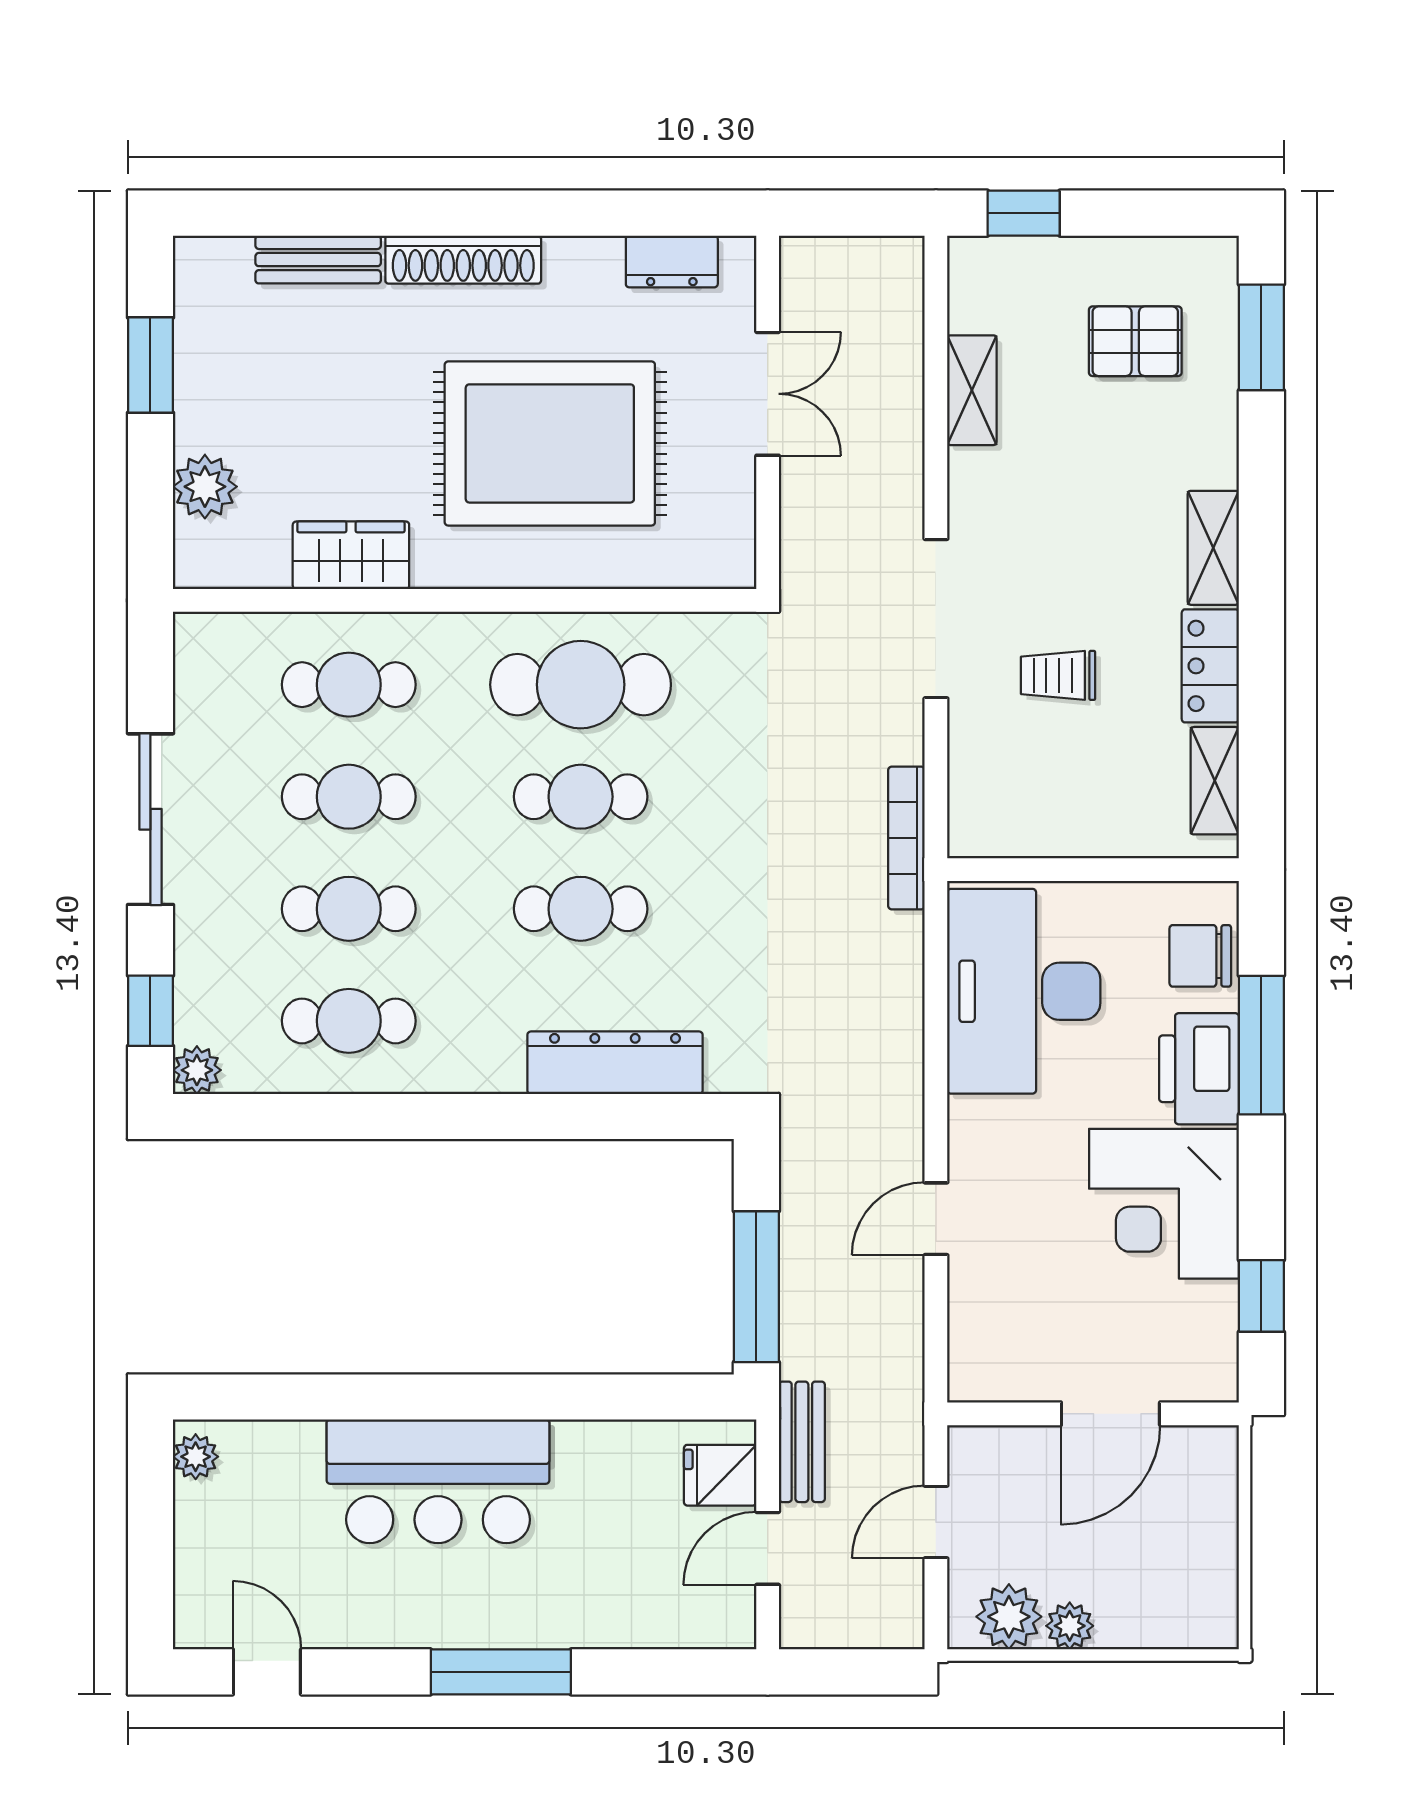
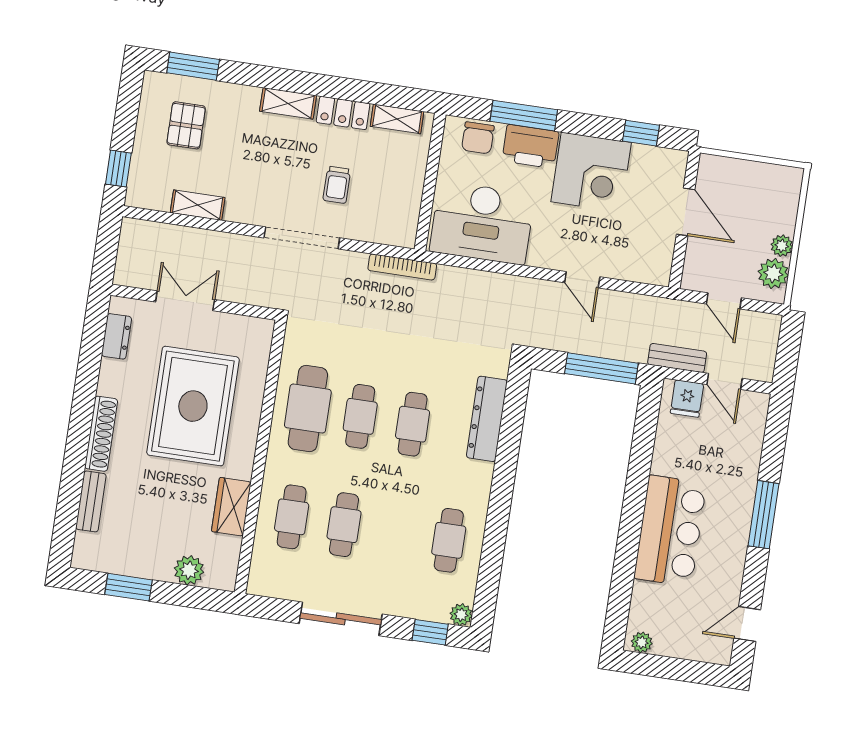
cafe table: (349, 909) -> (396, 532), removed

